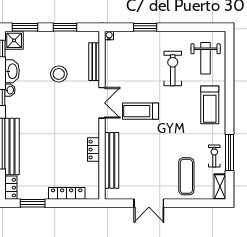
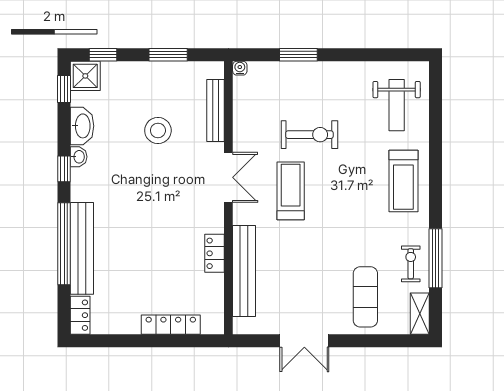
window: (25, 27) -> (103, 55), width x0.67
exercise bike: (173, 69) -> (309, 135), moved, turned 90
treadmill: (140, 111) -> (291, 191), turned 90
window: (33, 203) -> (116, 341), removed

